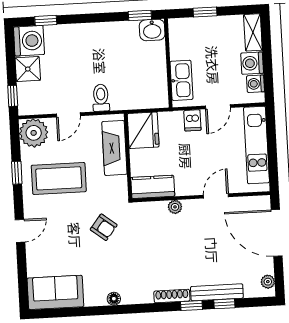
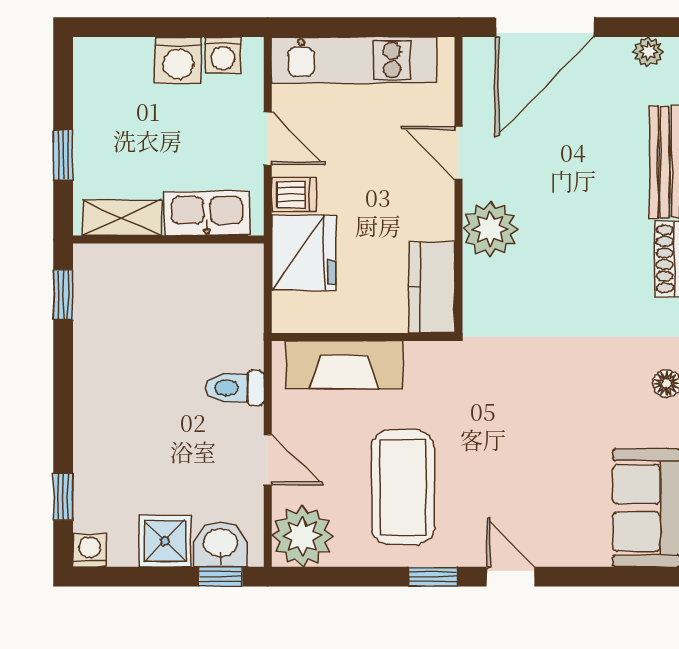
washbasin: (152, 30) -> (221, 544), moved, turned -90
shelving: (253, 32) -> (122, 218), moved
washing machine: (29, 41) -> (90, 550), width x0.53, depth x0.53
fridge: (143, 130) -> (304, 253), moved, turned 90
window: (17, 173) -> (433, 577), moved
plant: (175, 207) -> (490, 229), width x1.88, depth x1.88
armchair: (104, 227) -> (513, 397), removed

